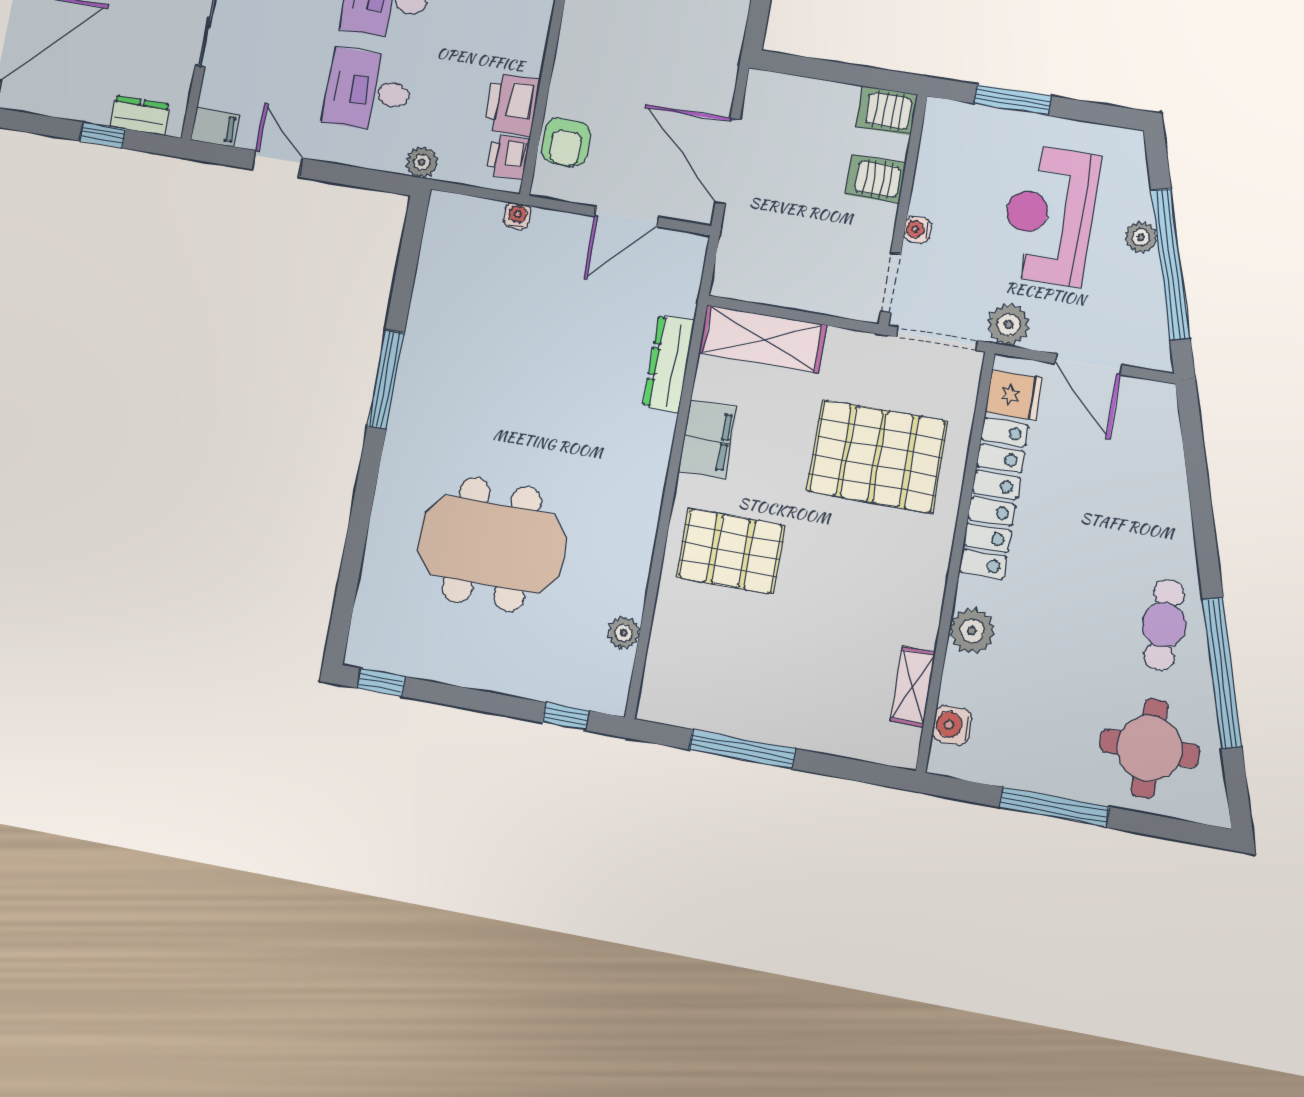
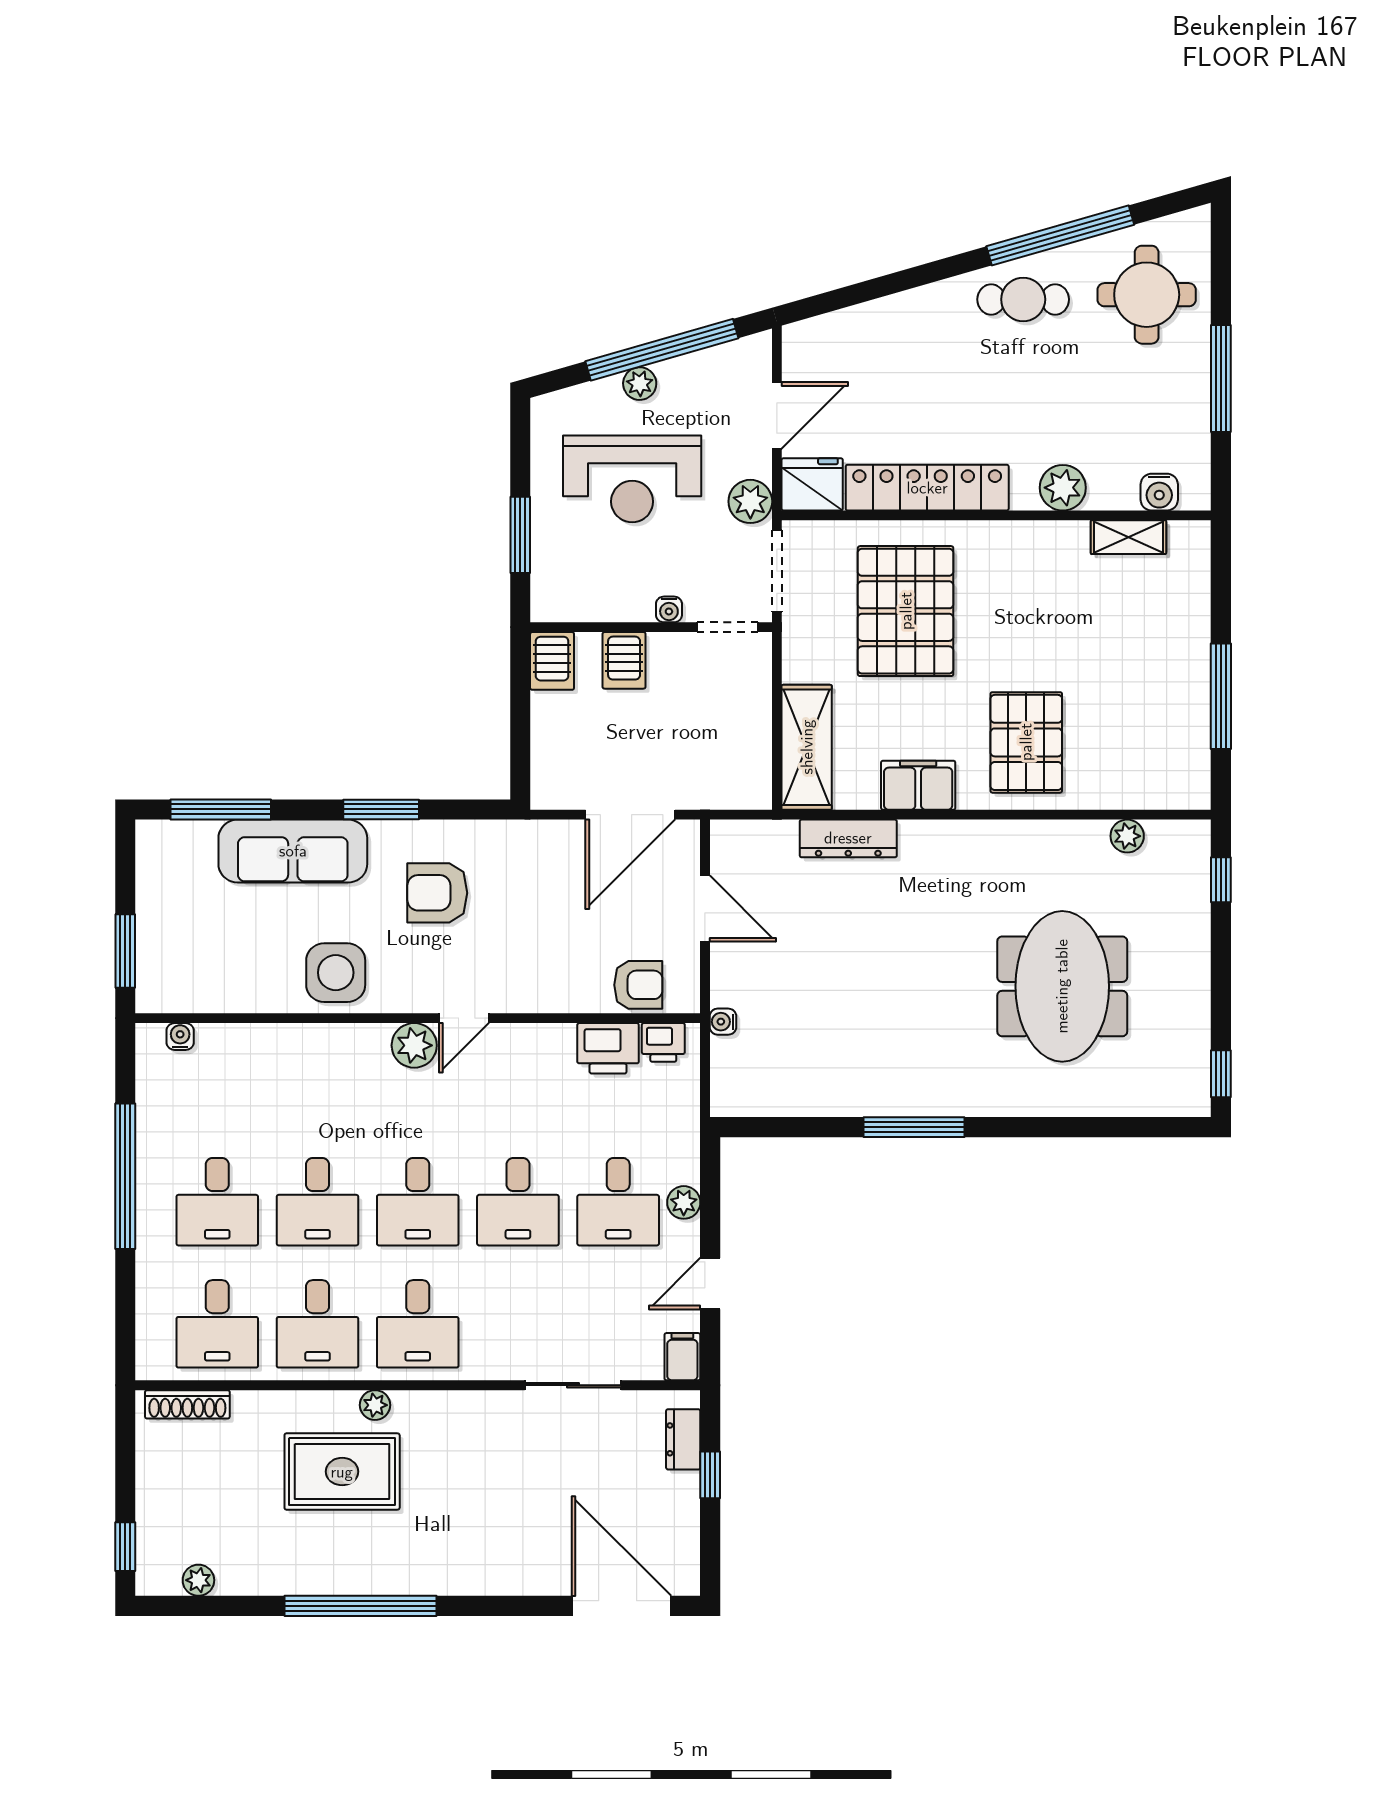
plant: (422, 162) -> (684, 1202), moved
fridge: (1014, 395) -> (812, 484), width x1.38

